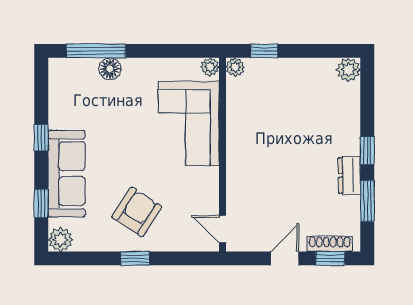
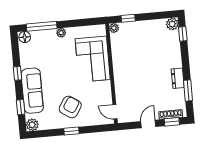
plant: (210, 67) -> (61, 33), moved
floor lamp: (110, 69) -> (25, 37), moved
window: (367, 151) -> (183, 34), moved

